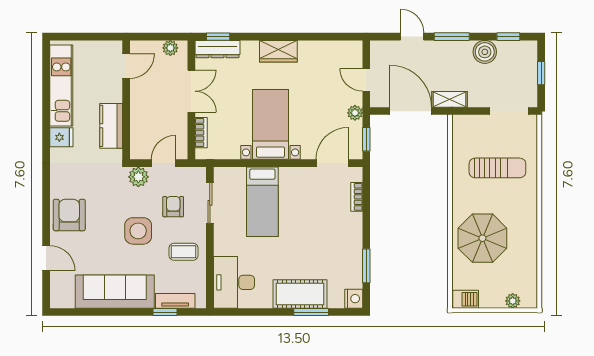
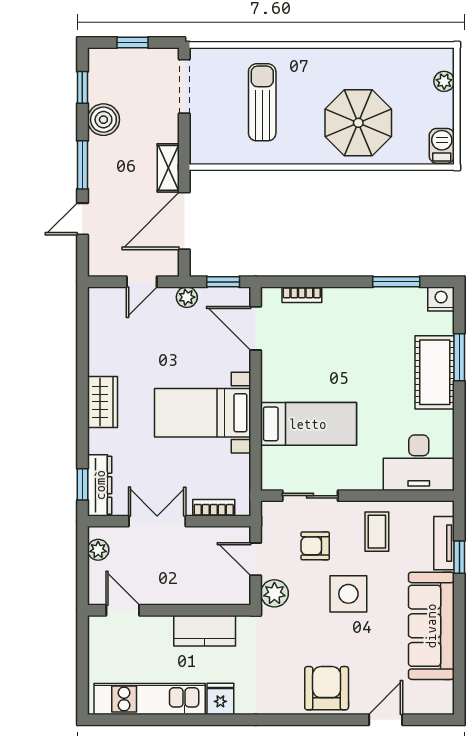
armchair: (69, 215) -> (327, 688), turned 90

